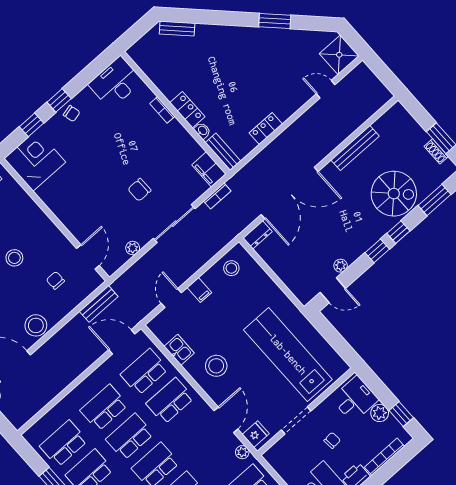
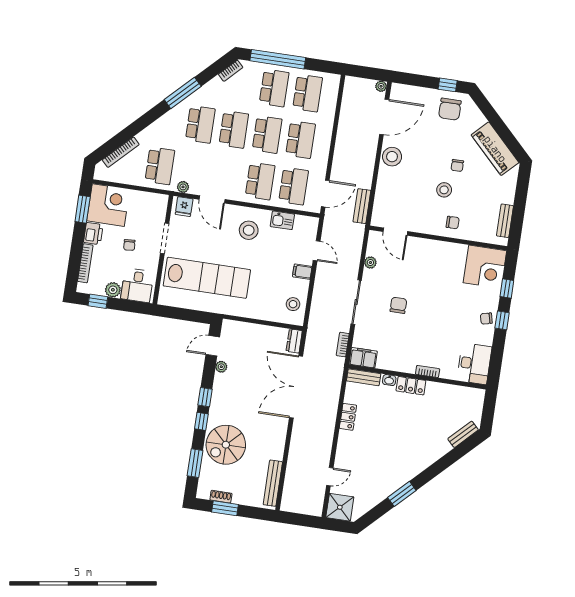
bench: (355, 148) -> (273, 483), moved
chair: (55, 280) -> (453, 223), moved

